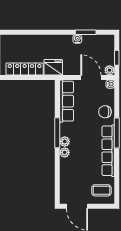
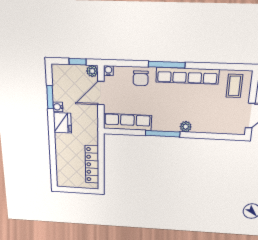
fridge: (53, 67) -> (62, 123), moved, turned 180
plant: (65, 141) -> (173, 126), removed

